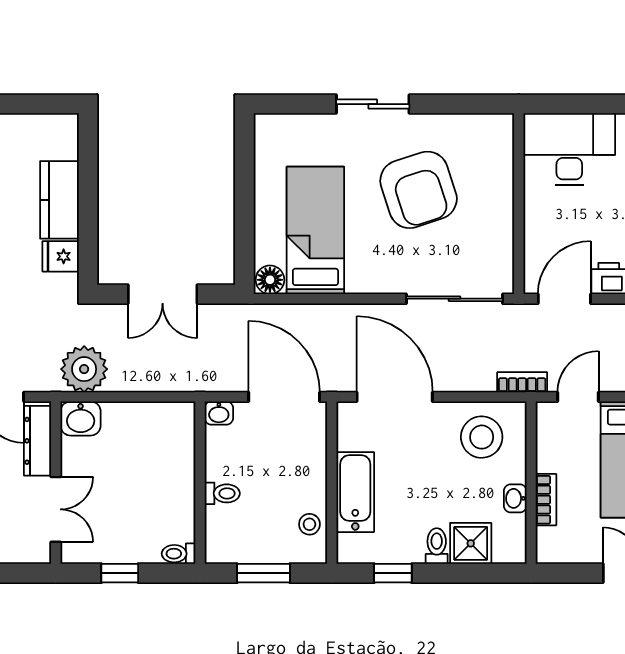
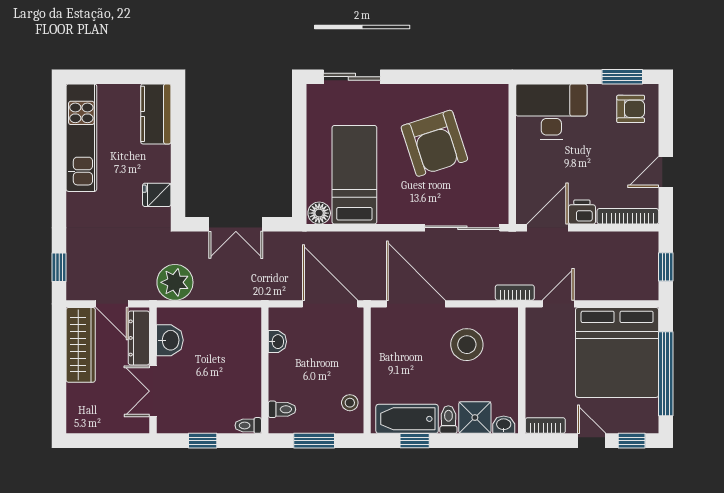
sliding door: (373, 104) -> (352, 77), moved
kitchen counter: (59, 200) -> (156, 114), moved
washbasin: (219, 413) -> (277, 342), moved, turned -90
washbasin: (81, 419) -> (170, 340), moved, turned -90
stool: (482, 437) -> (467, 345), moved
bathtub: (355, 492) -> (407, 419), moved, turned -90
toilet: (222, 493) -> (282, 409), moved
washbasin: (515, 498) -> (504, 425), moved, turned 90
bookcase: (546, 500) -> (545, 426), moved, turned -90
double door: (56, 509) -> (153, 391), swing flipped

